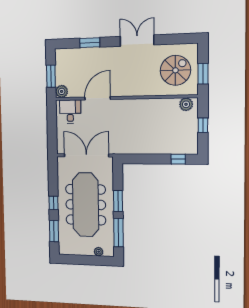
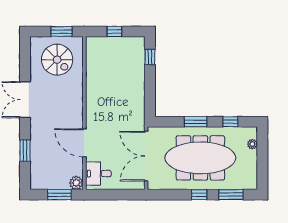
spiral stairs: (175, 70) -> (57, 60), turned 180
plant: (186, 104) -> (93, 49), removed
window: (118, 233) -> (230, 122), width x0.46

